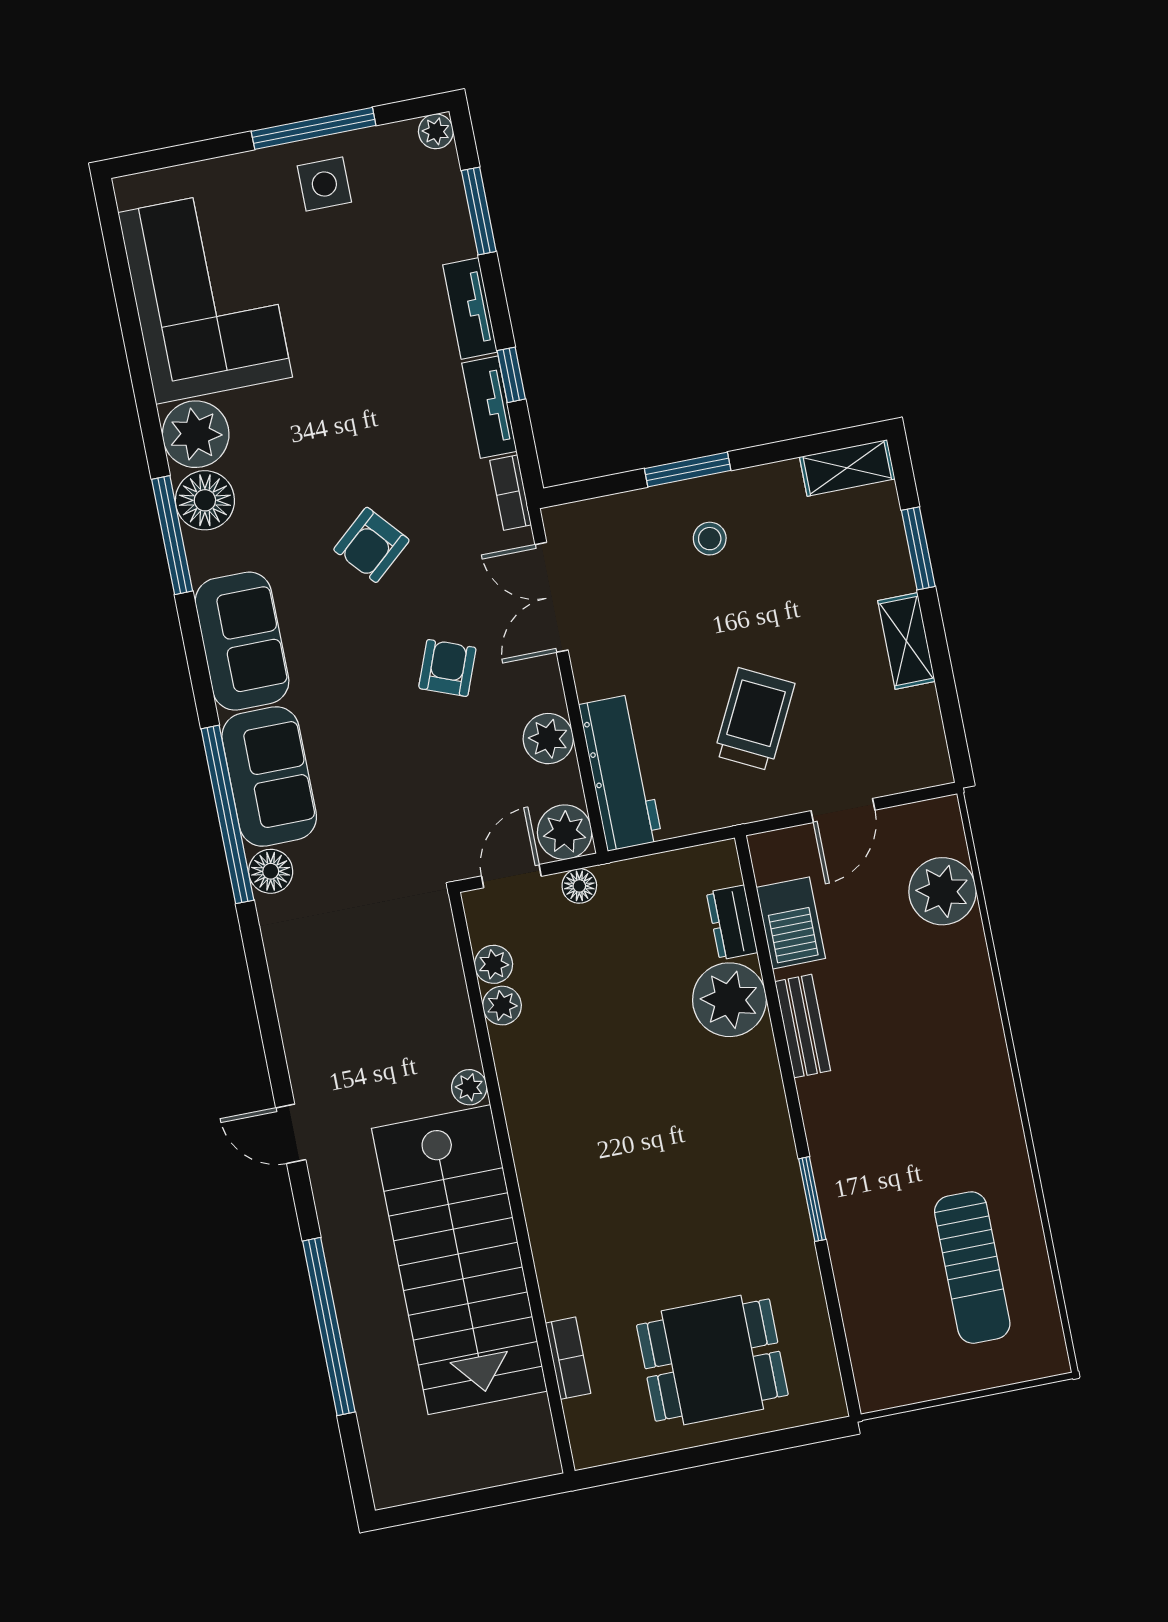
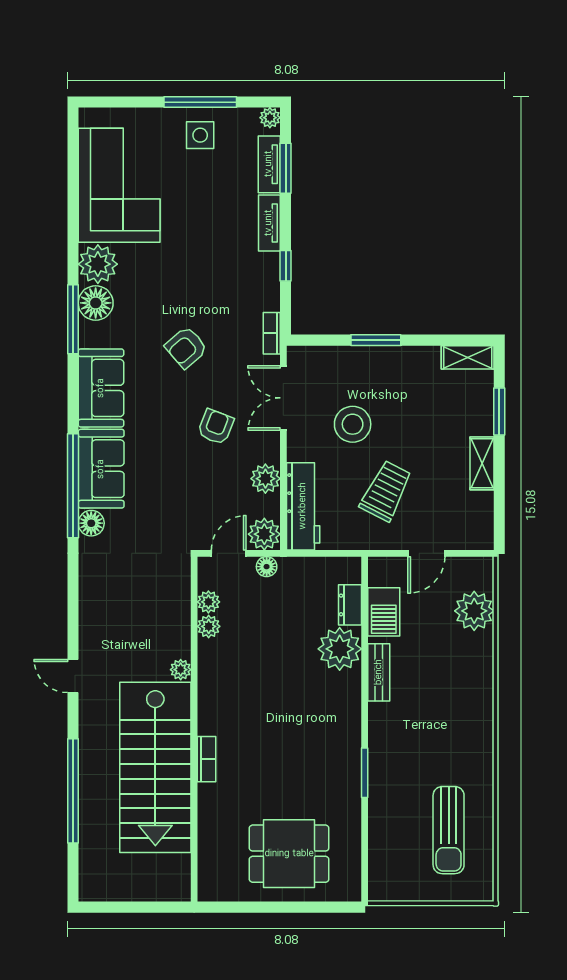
tv unit: (489, 407) -> (269, 164), moved
stool: (710, 539) -> (353, 424), moved, width x1.89, depth x1.89
bookcase: (568, 1358) -> (206, 759), moved

